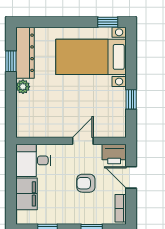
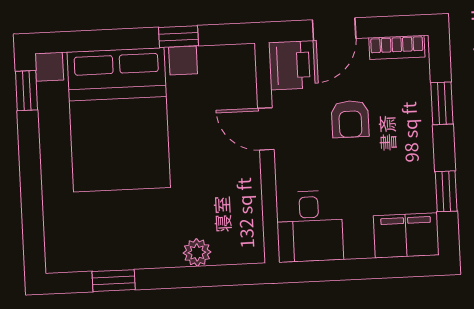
dresser: (25, 53) -> (95, 253), removed
bed with nightstands: (91, 57) -> (119, 120), width x1.36
plant: (23, 87) -> (197, 252), moved
filing cabinet: (26, 194) -> (406, 235), moved

